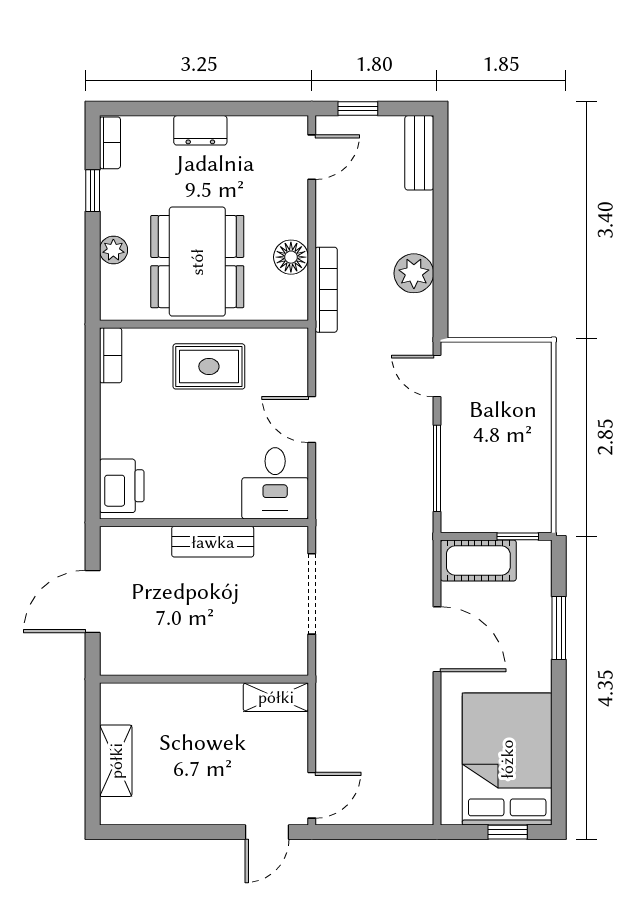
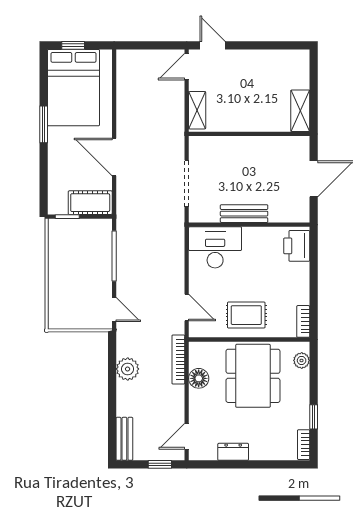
dresser: (200, 130) -> (233, 452), moved
plant: (113, 250) -> (302, 360), moved
door: (312, 420) -> (187, 308), moved
desk: (275, 483) -> (215, 247), width x1.37
window: (559, 628) -> (44, 124), moved
shelving: (276, 697) -> (197, 110), moved, turned 90
shelving: (116, 761) -> (300, 111), moved
door: (267, 832) -> (213, 45), hinge flipped

